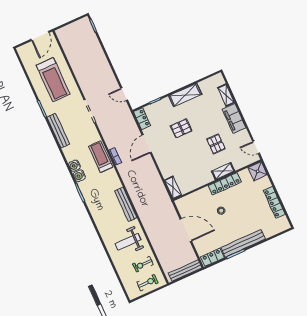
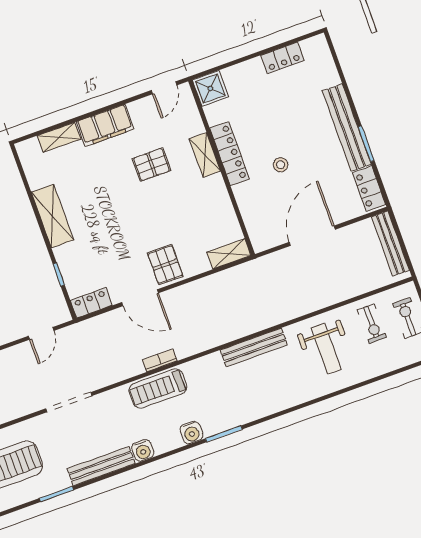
pallet: (181, 128) -> (165, 265), moved
water cooler: (74, 166) -> (143, 450), moved
locker: (274, 202) -> (282, 58), width x0.66

